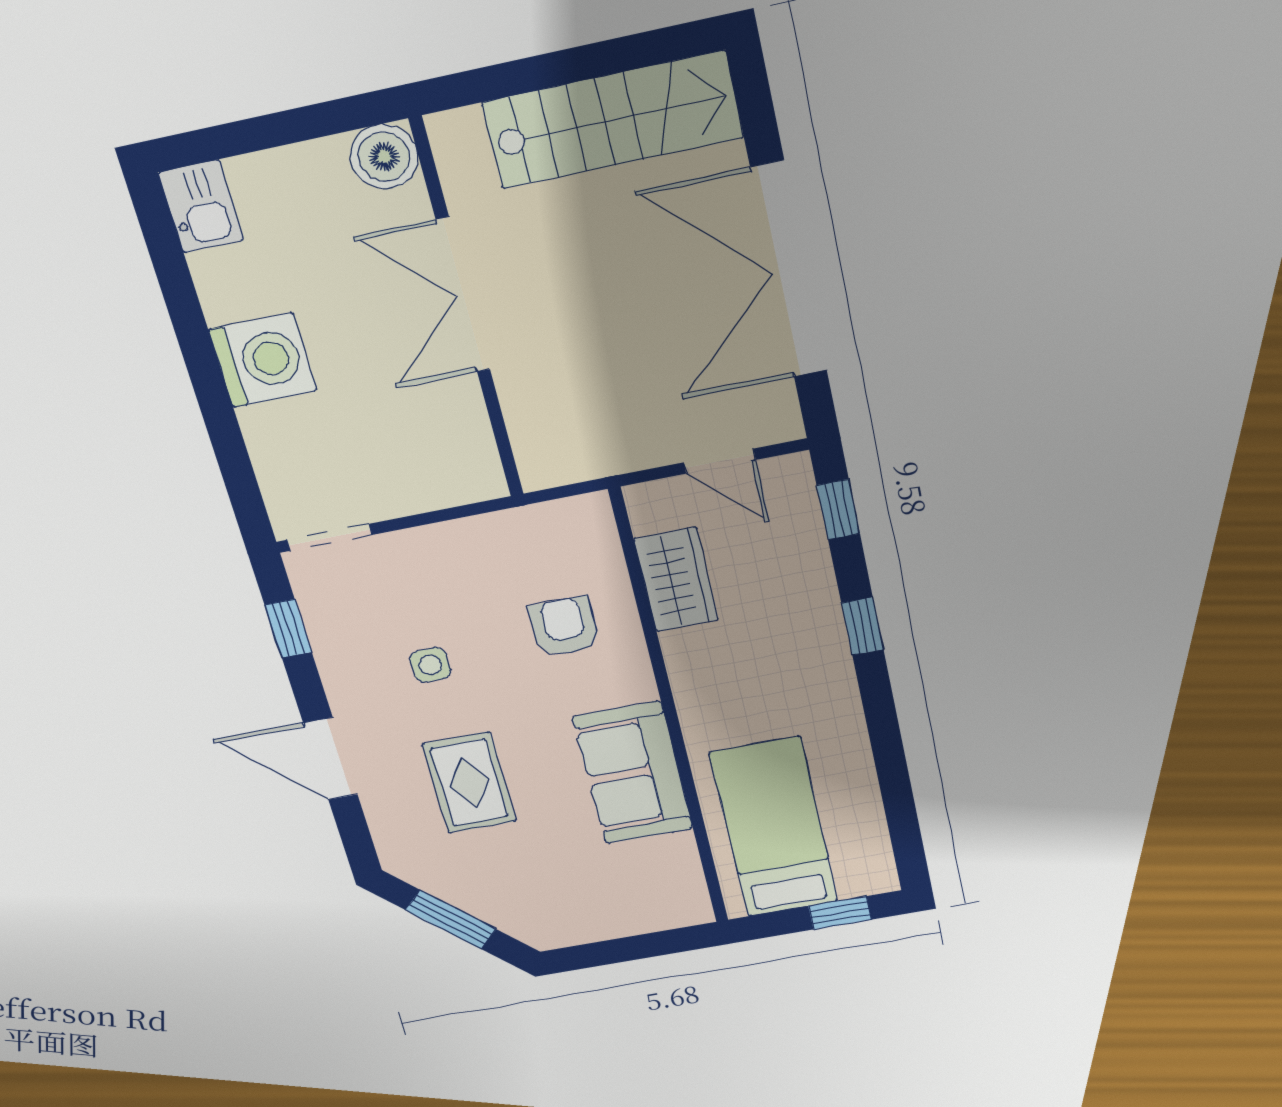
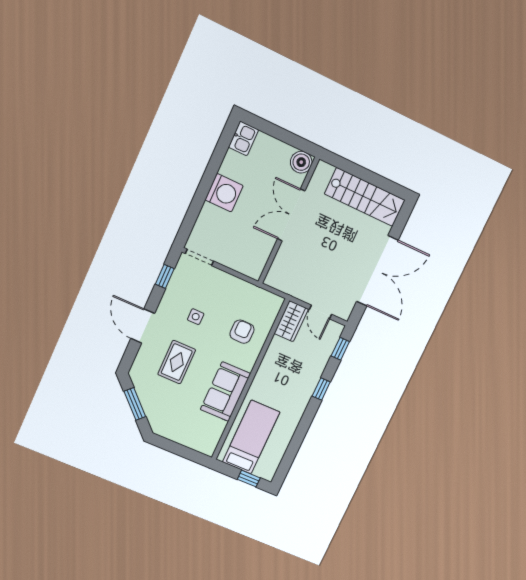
double door: (789, 270) -> (377, 271), swing flipped
wardrobe: (676, 580) -> (291, 321), moved

